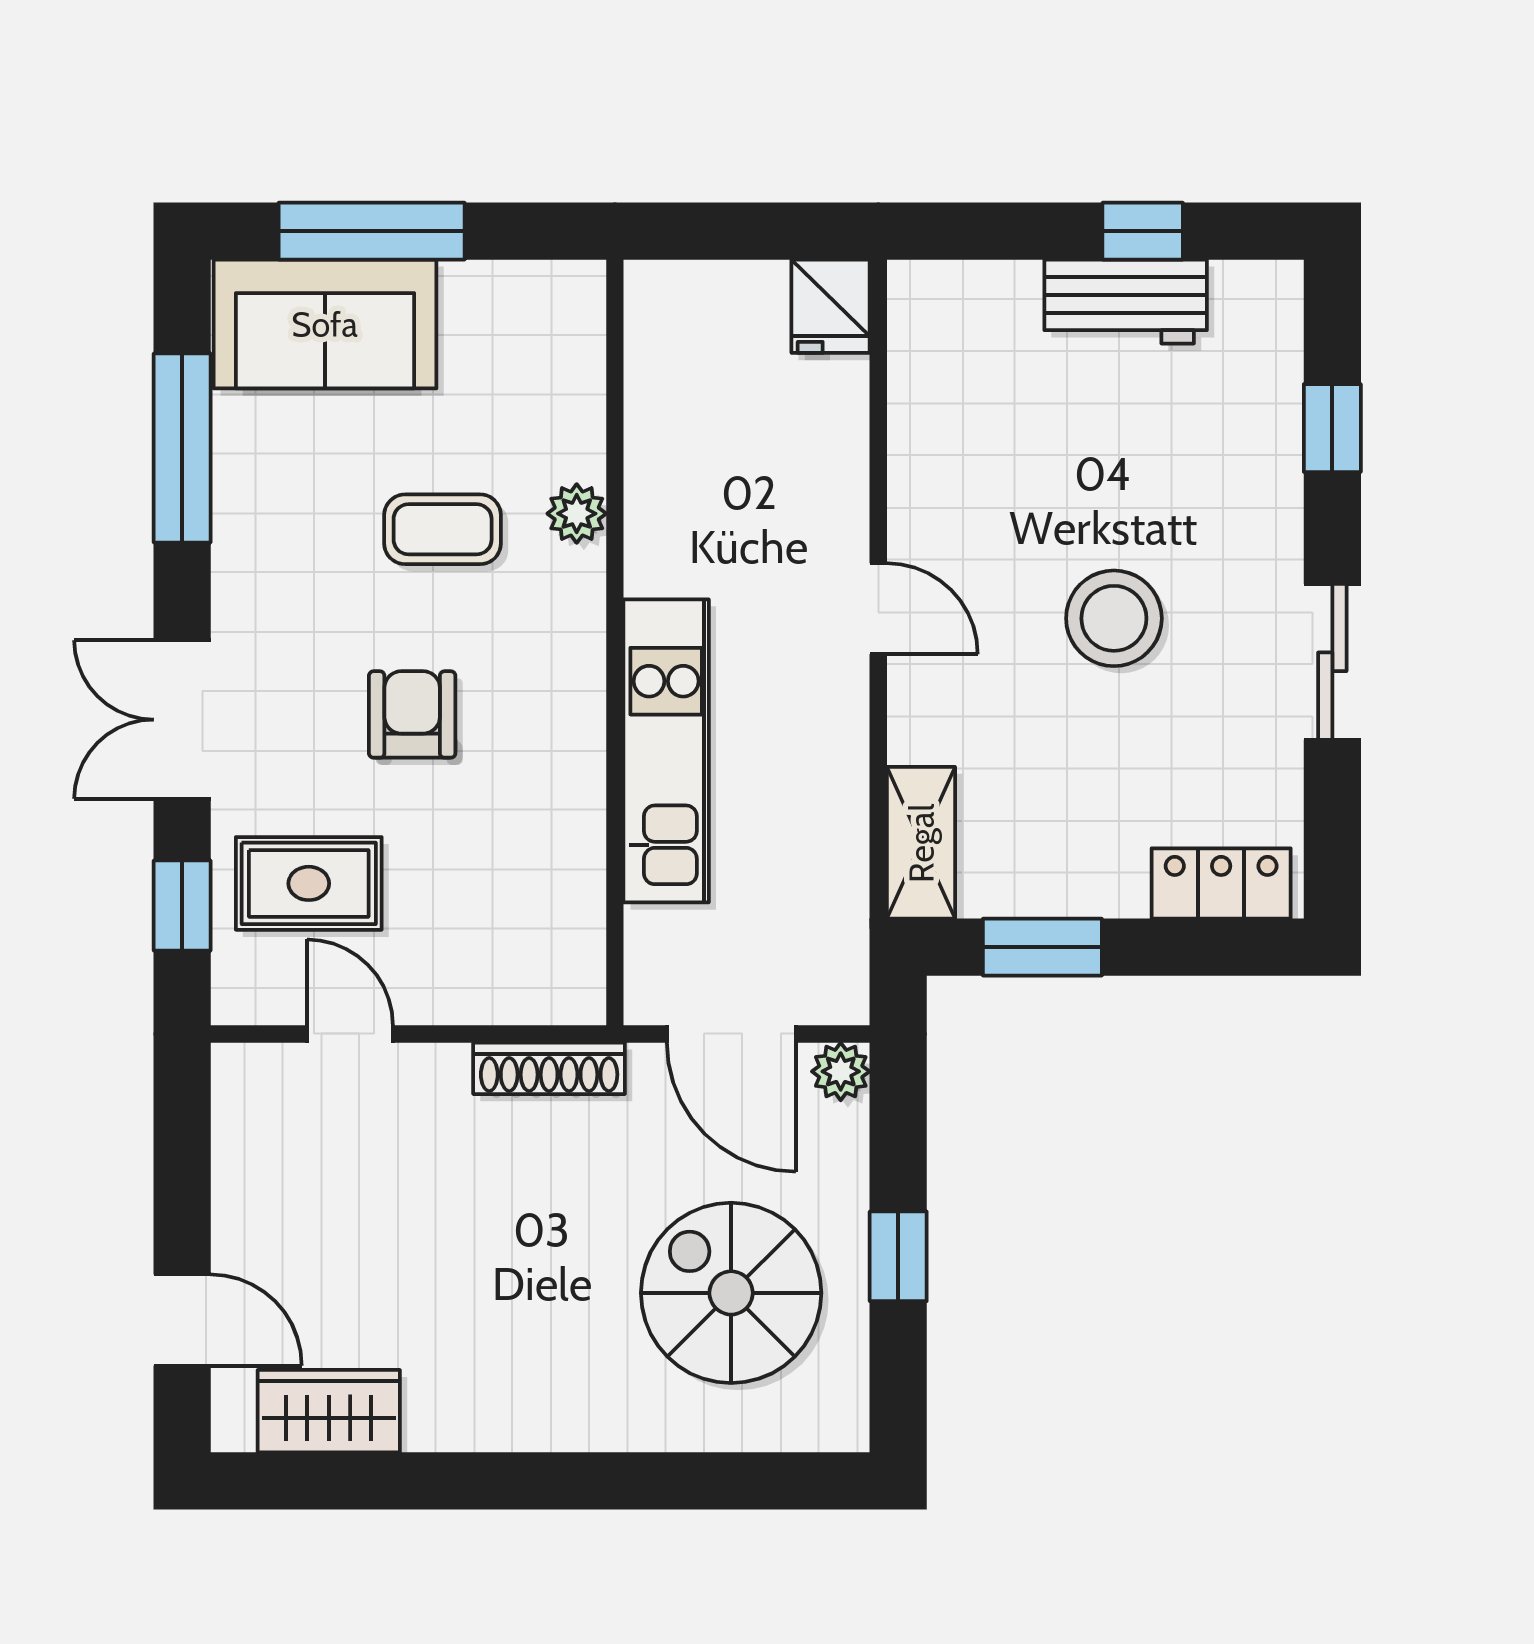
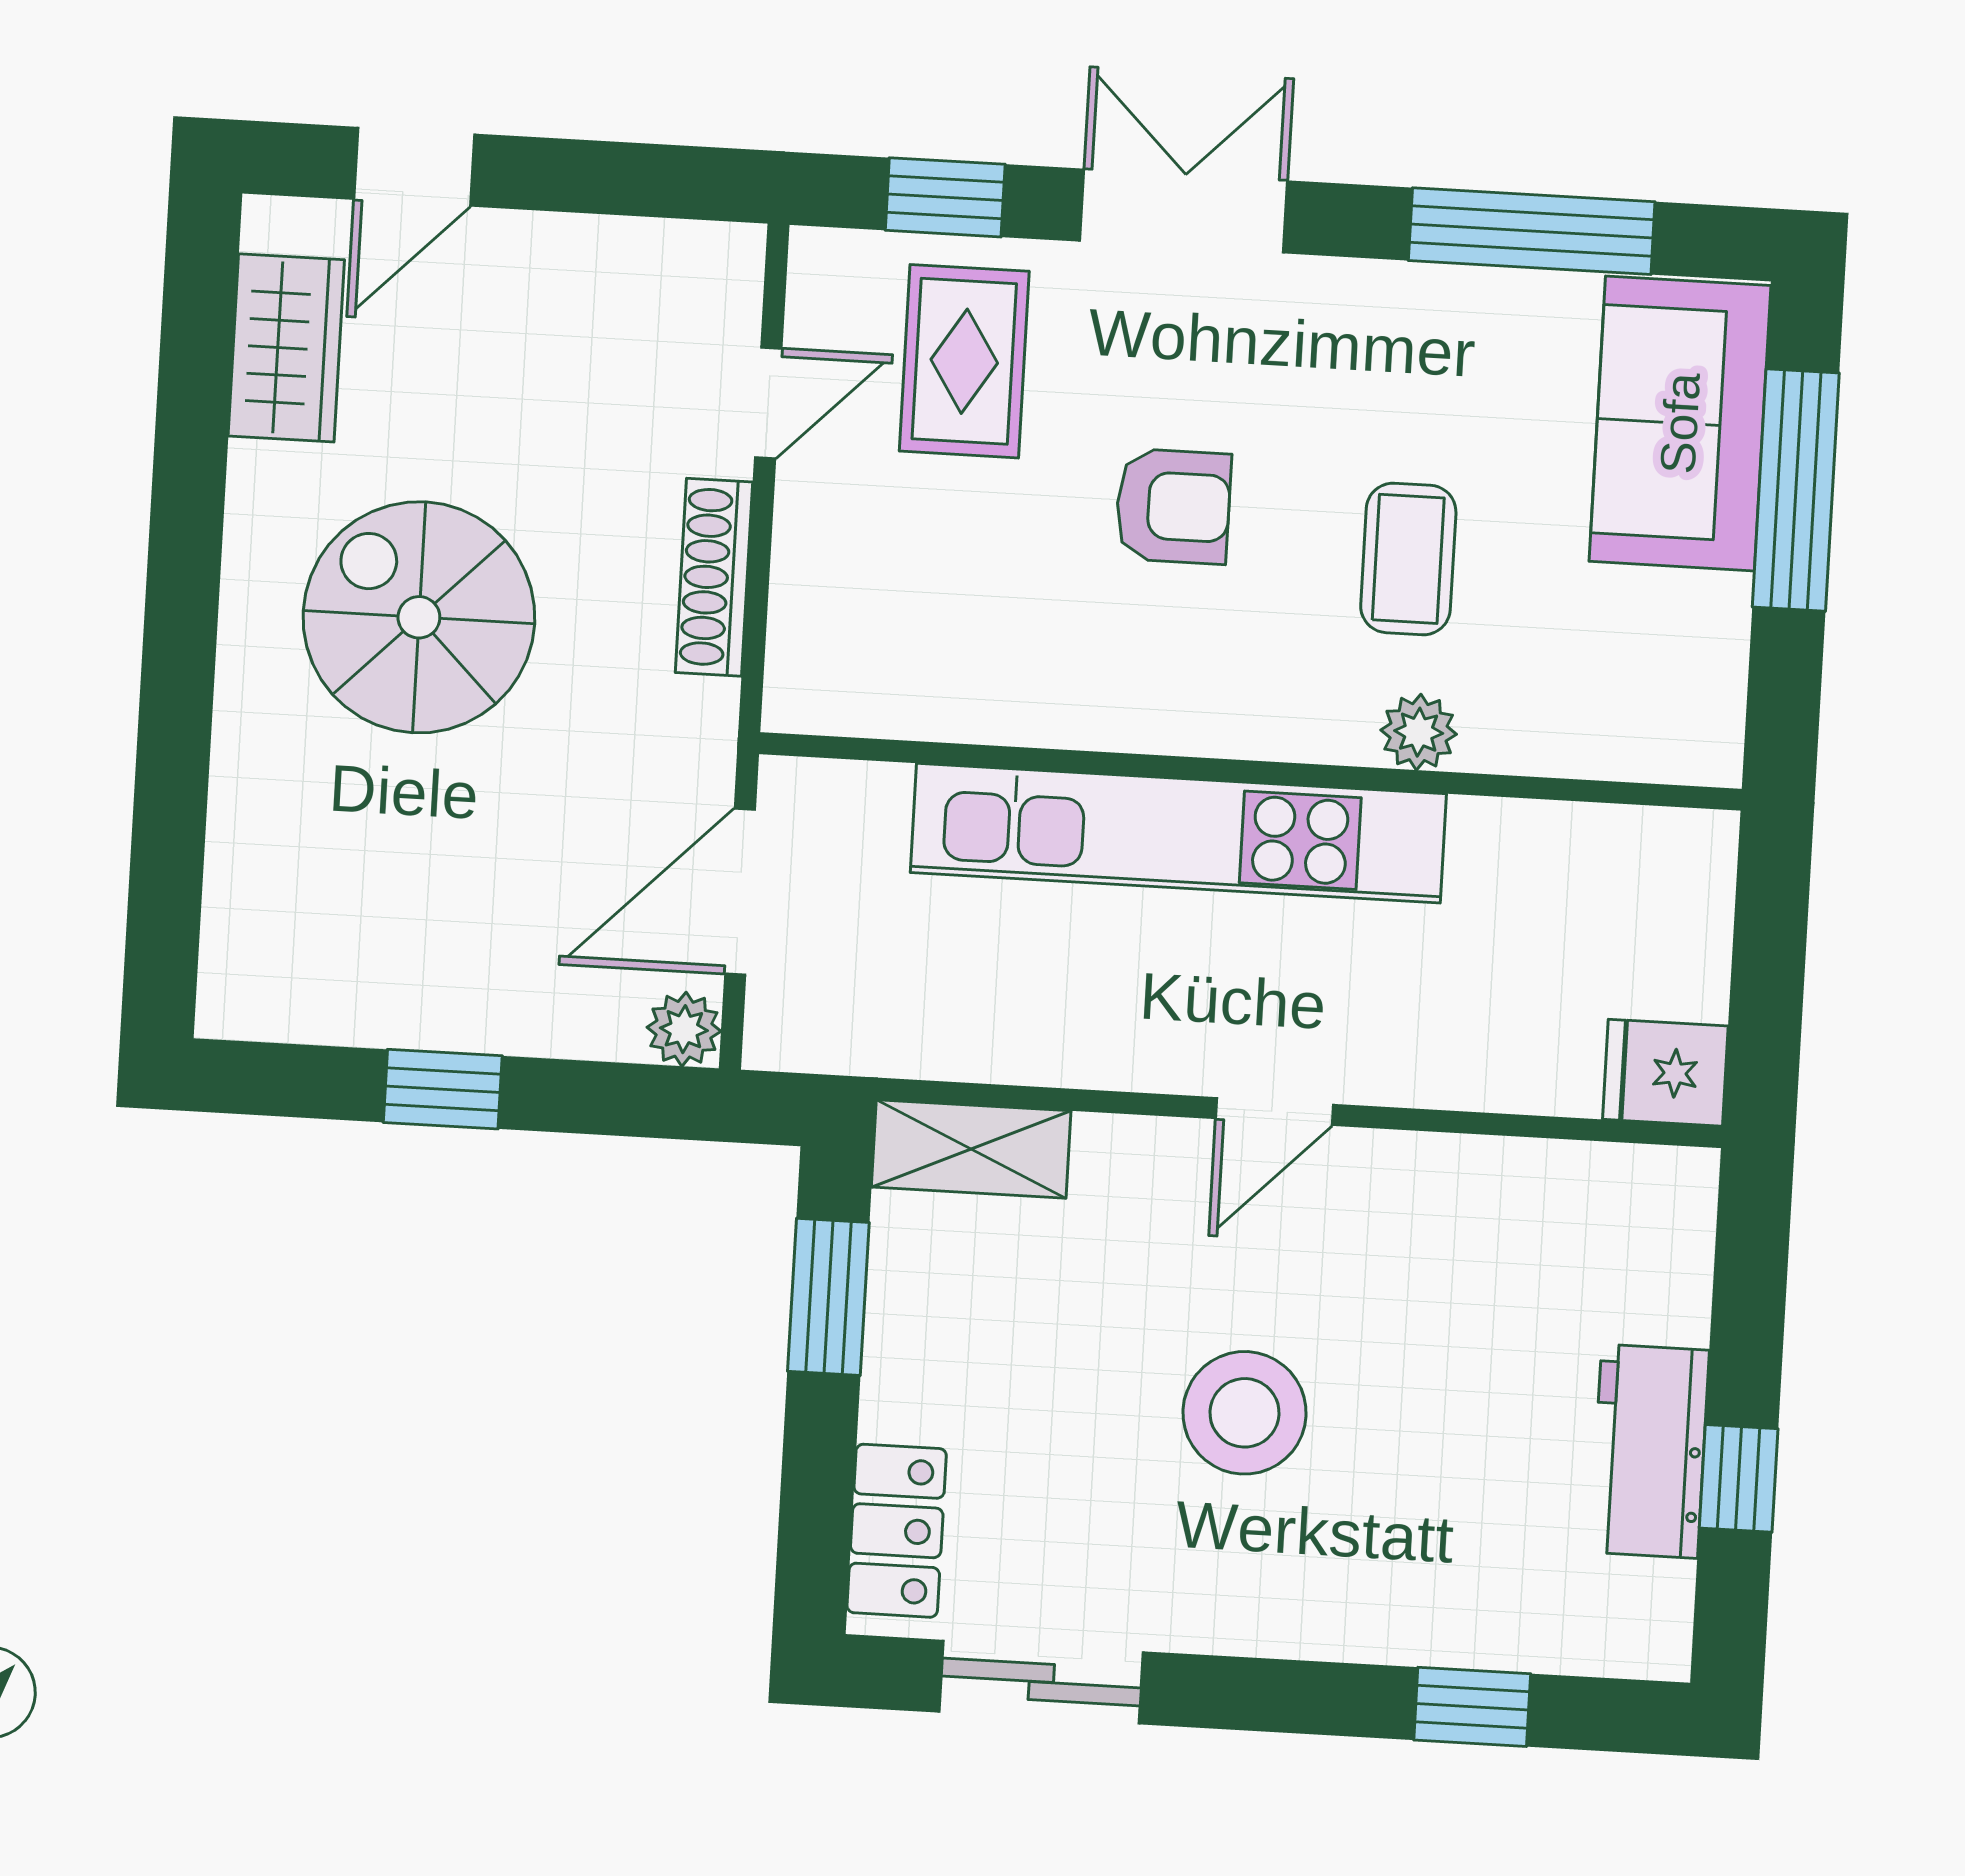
sliding door: (1332, 662) -> (1041, 1682), moved
kitchen unit: (666, 751) -> (1178, 833), width x1.36
shoe rack: (549, 1068) -> (714, 577), moved
spiral stairs: (731, 1293) -> (419, 617), moved, turned -90

